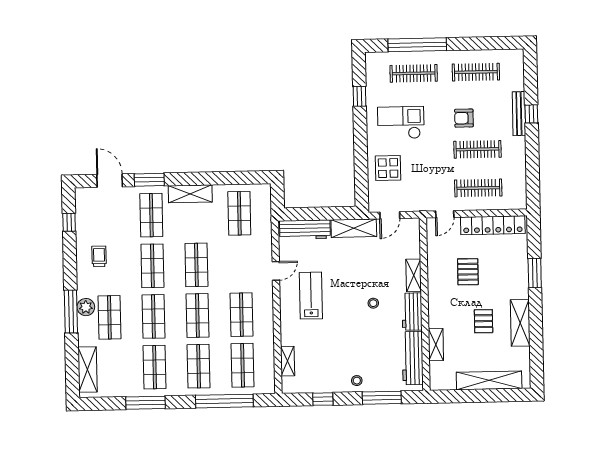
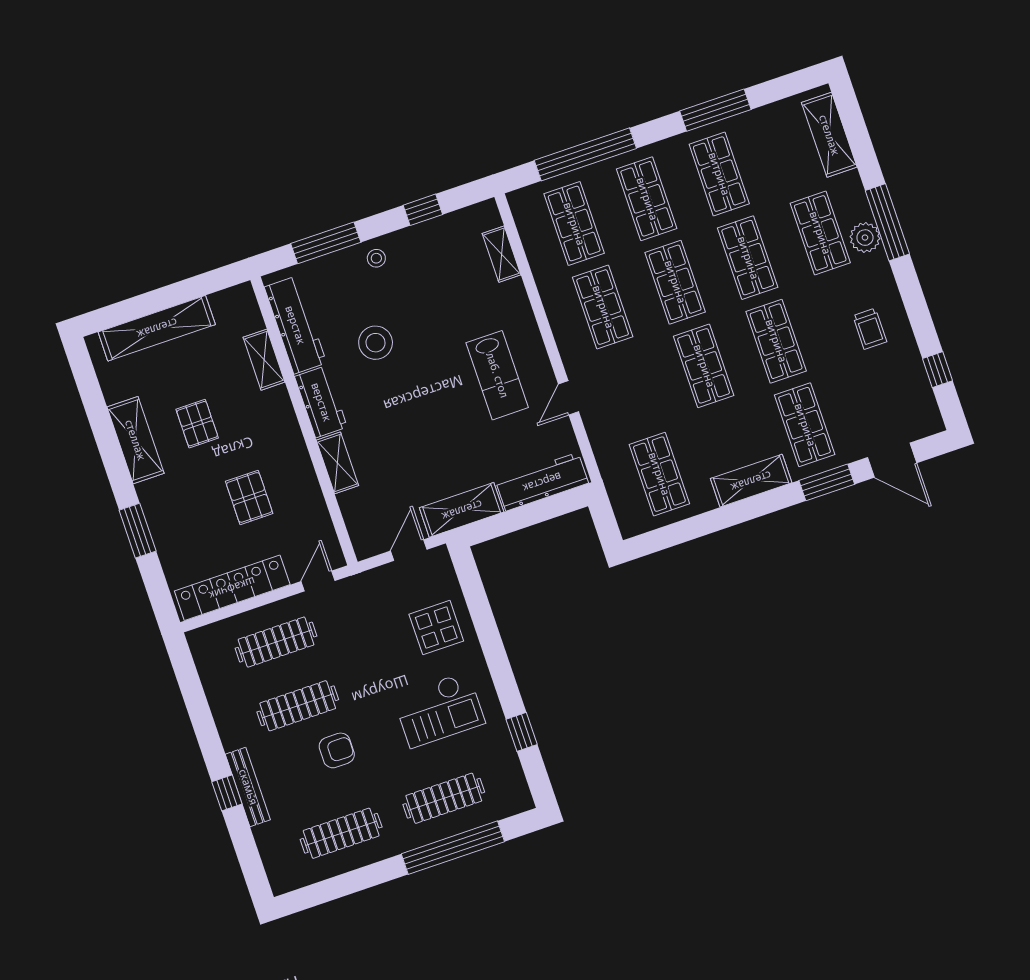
stool: (373, 303) -> (376, 343), moved, width x1.89, depth x1.89

